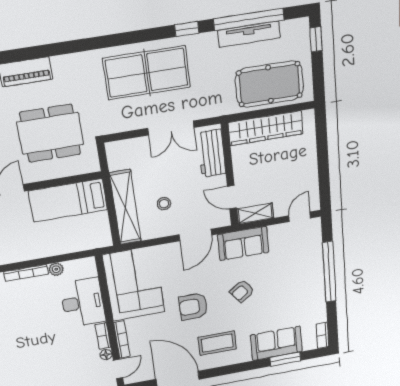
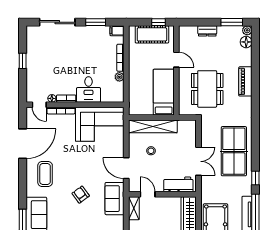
double door: (171, 128) -> (198, 161), swing flipped
door: (232, 197) -> (148, 194), hinge flipped
desk: (83, 303) -> (89, 90), width x0.73
armchair: (193, 307) -> (76, 161), removed

